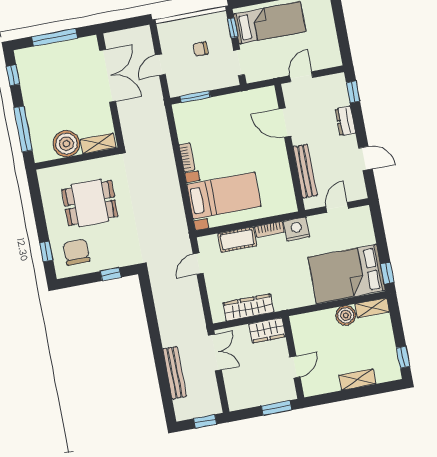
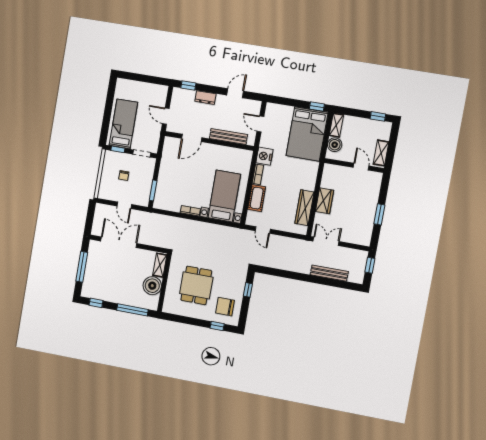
wall: (293, 357) -> (354, 165), moved
door: (295, 367) -> (361, 167), moved

